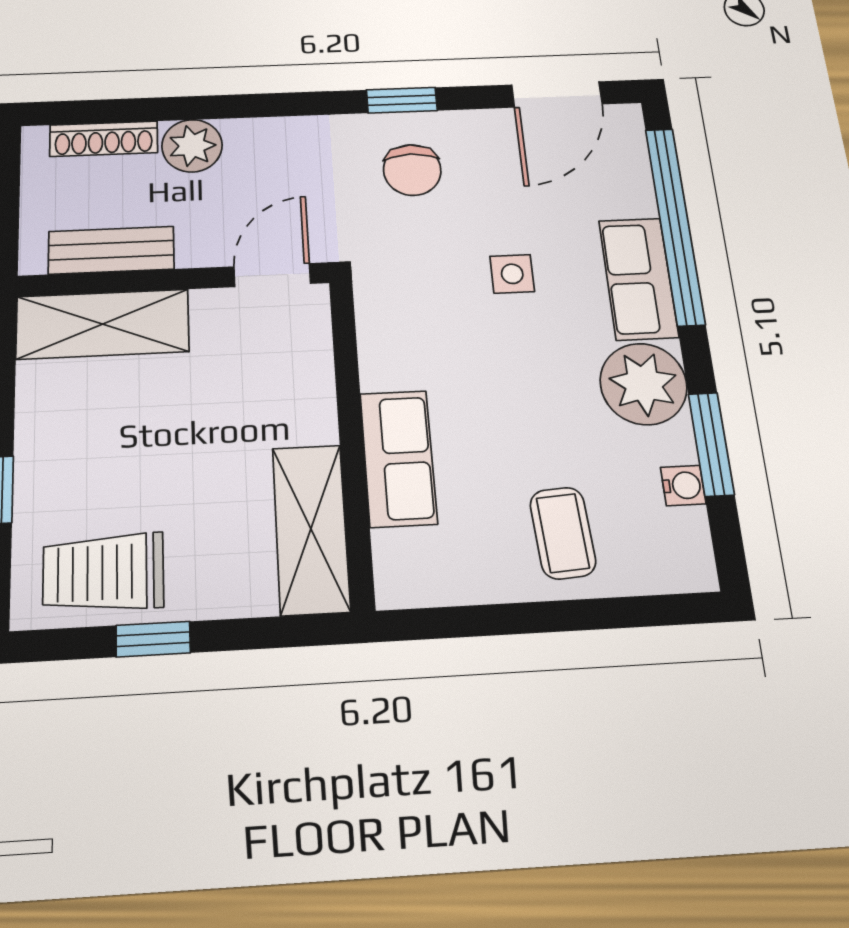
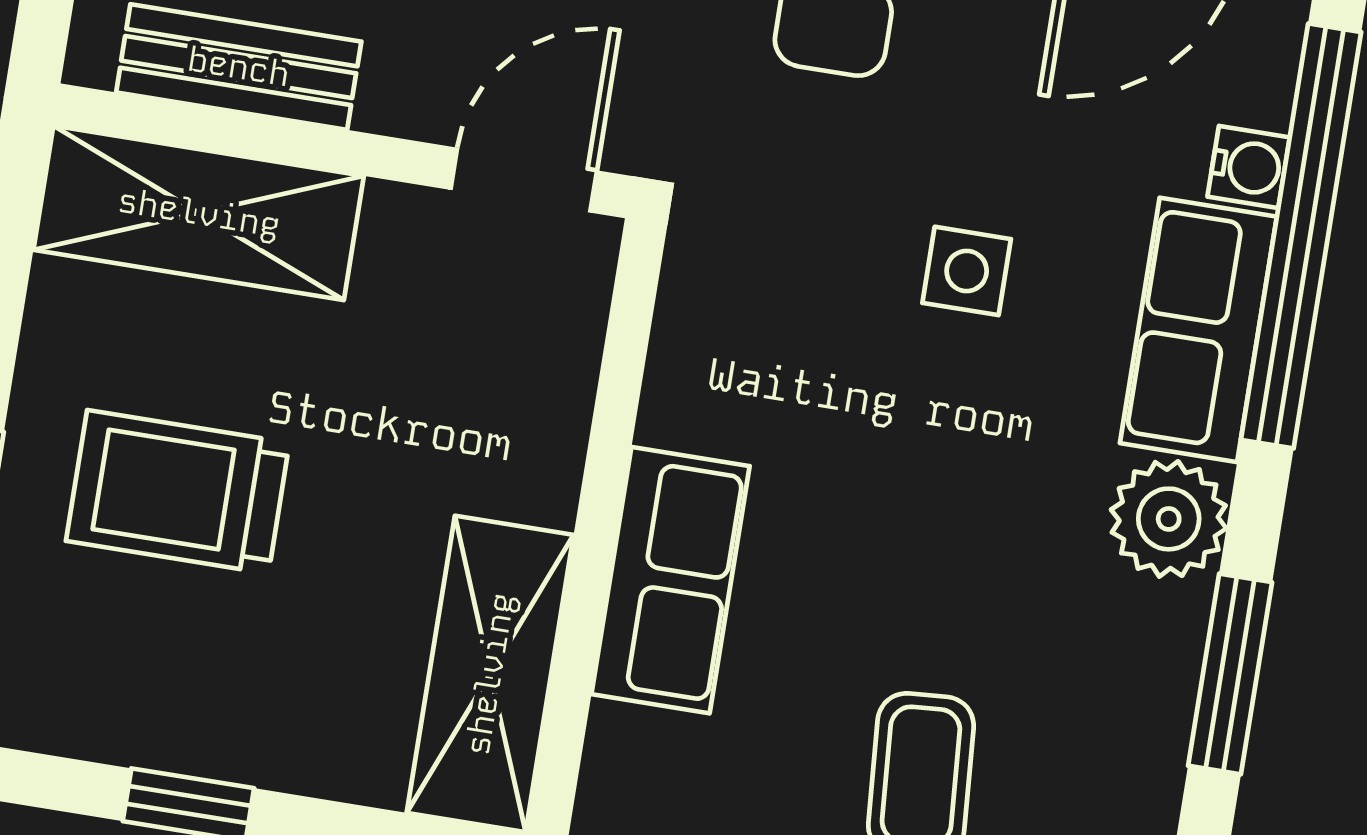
plant: (644, 384) -> (1169, 519), width x0.73, depth x0.73
water cooler: (683, 485) -> (1249, 167), moved
trolley: (103, 572) -> (178, 492), moved

